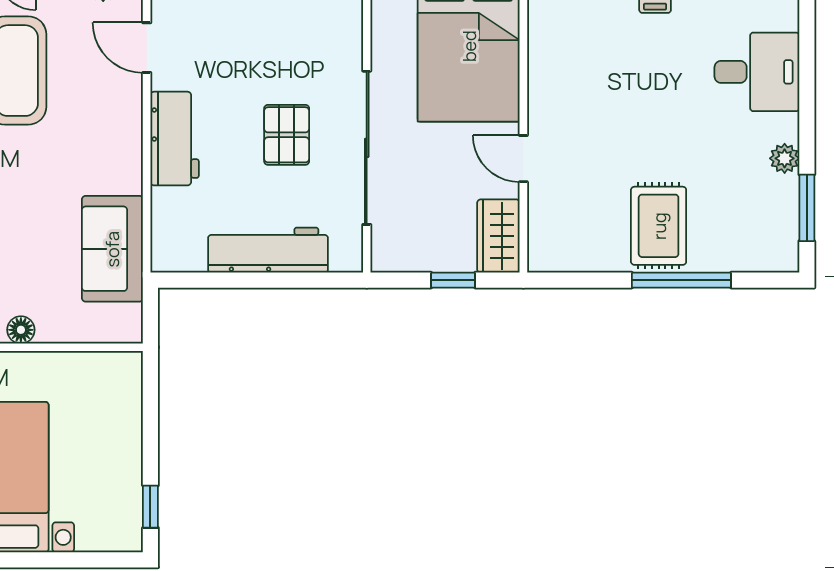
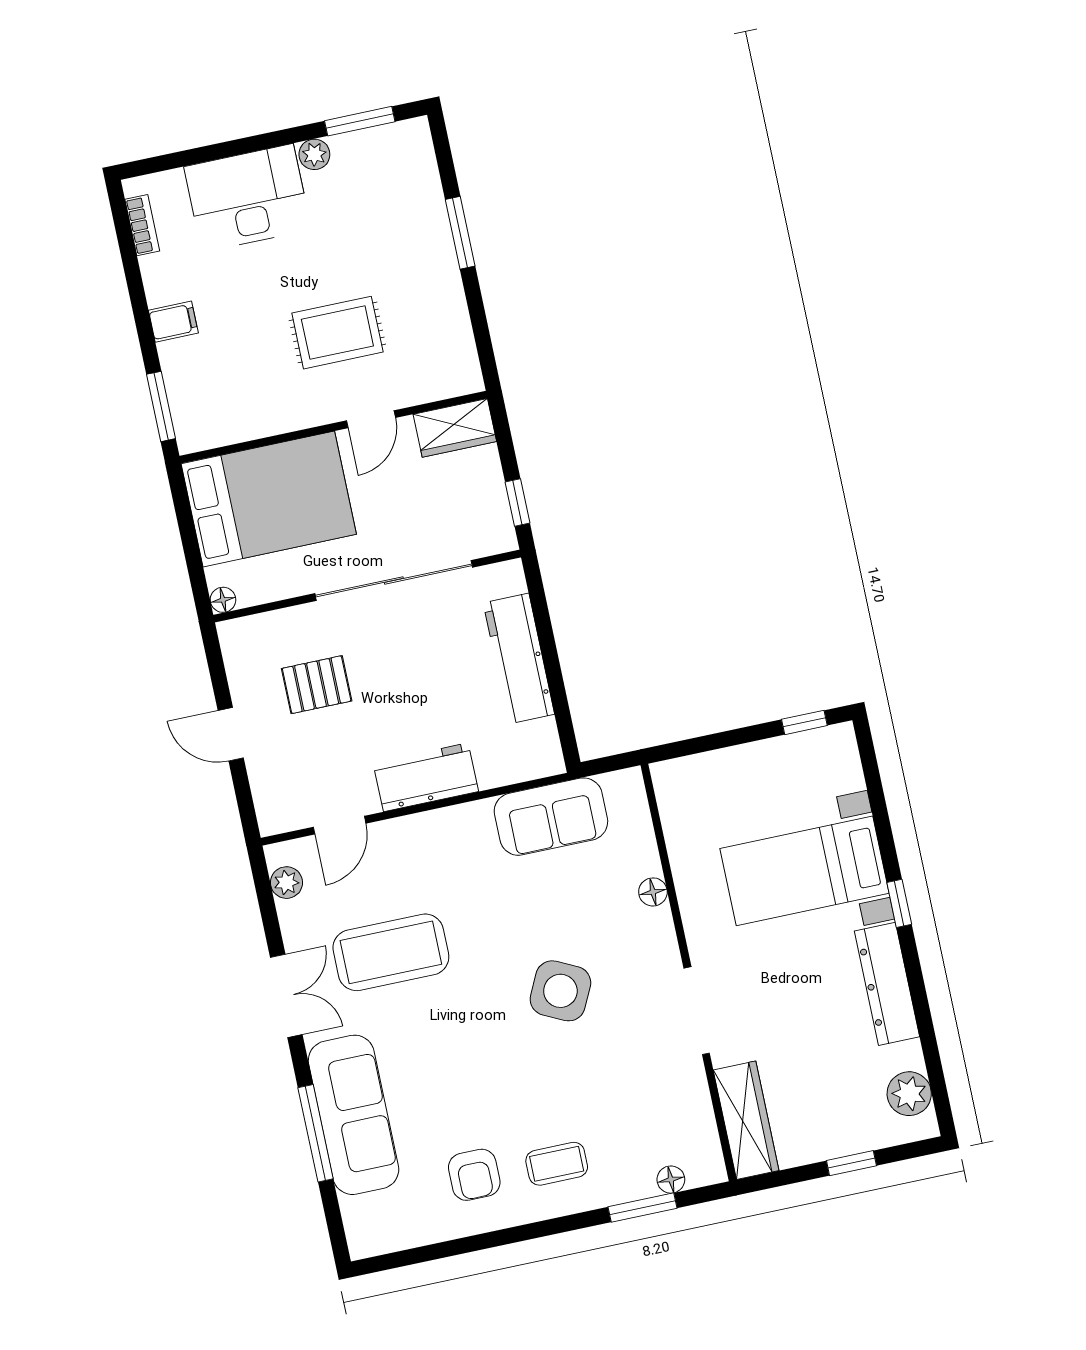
desk: (757, 72) -> (248, 198), width x1.37
pallet: (287, 135) -> (317, 685), moved
rug: (659, 226) -> (337, 333), moved
window: (453, 280) -> (517, 503), moved
window: (681, 280) -> (460, 233), width x0.69

